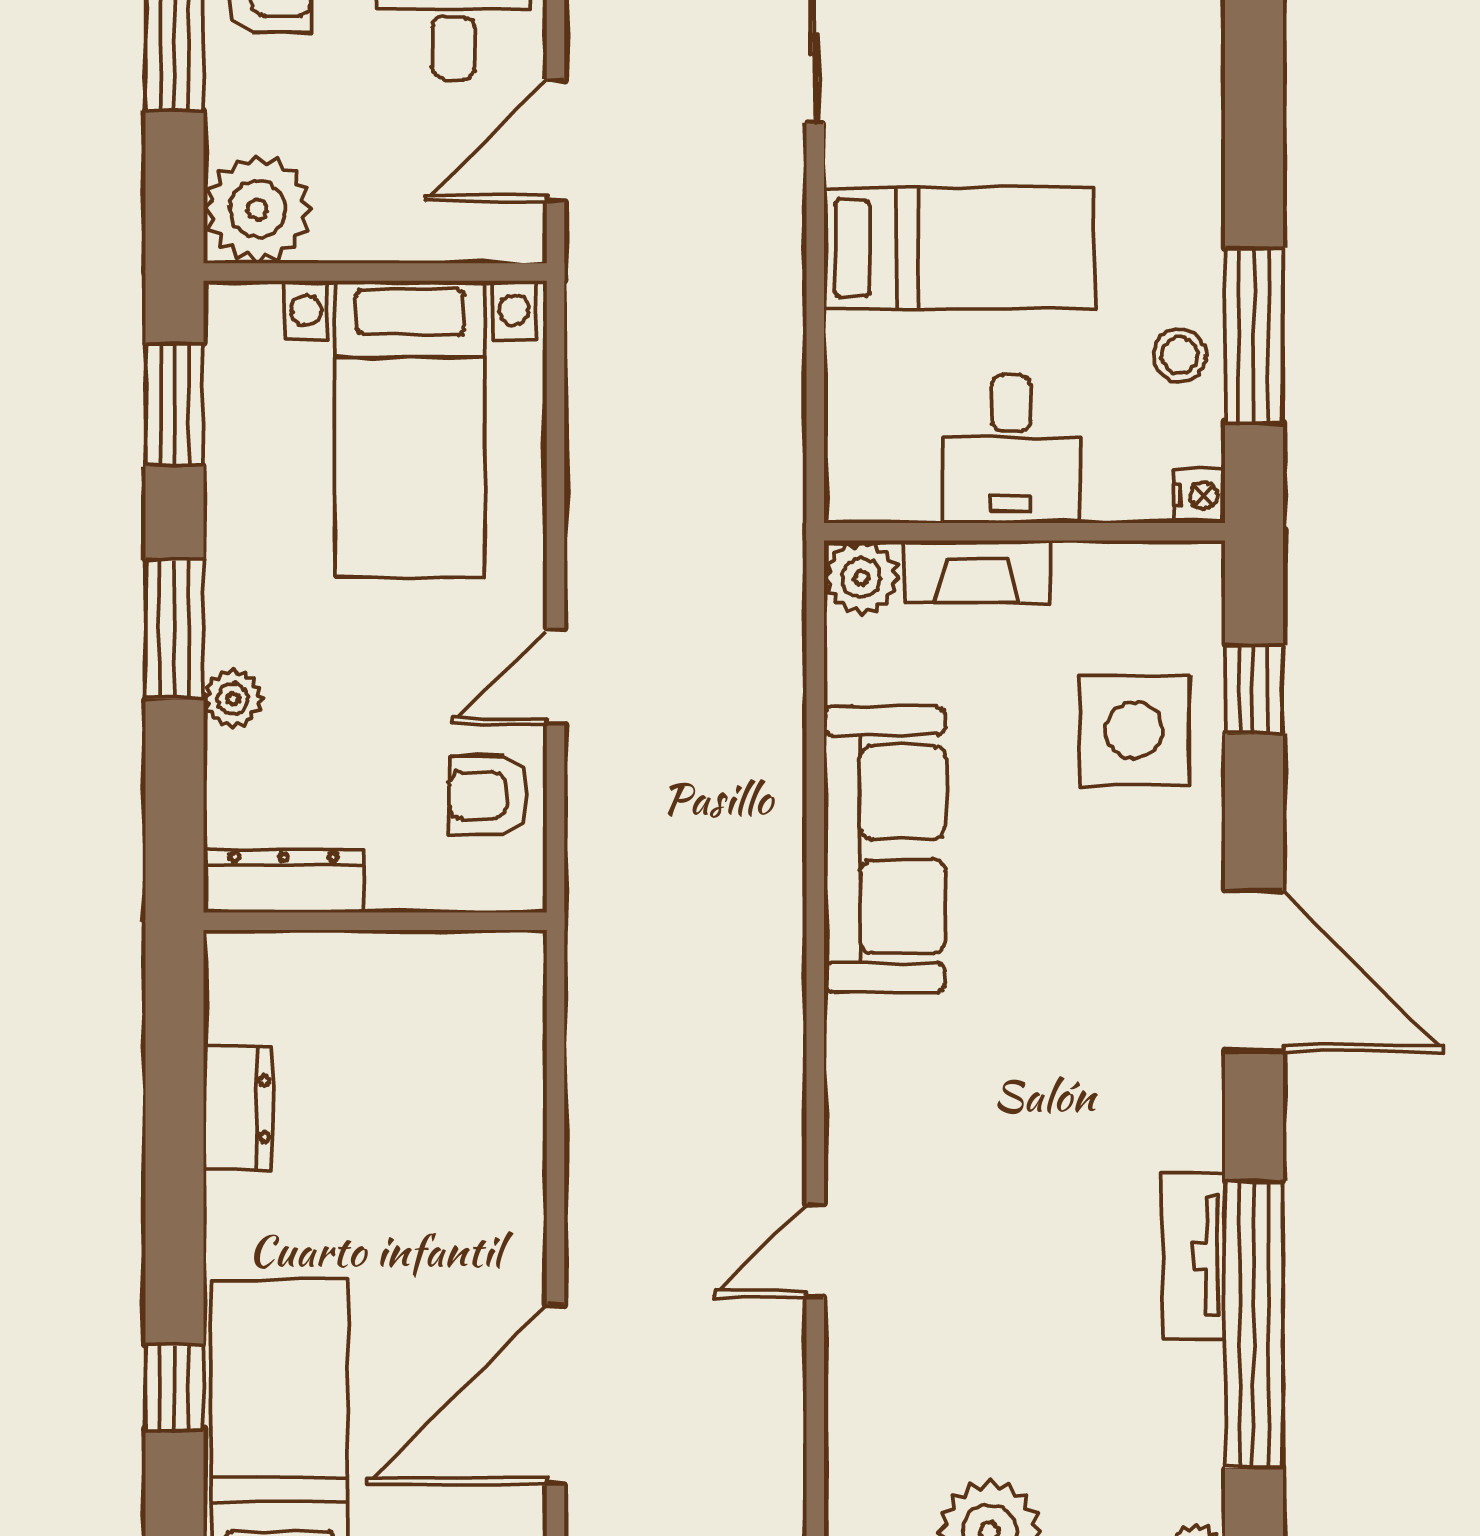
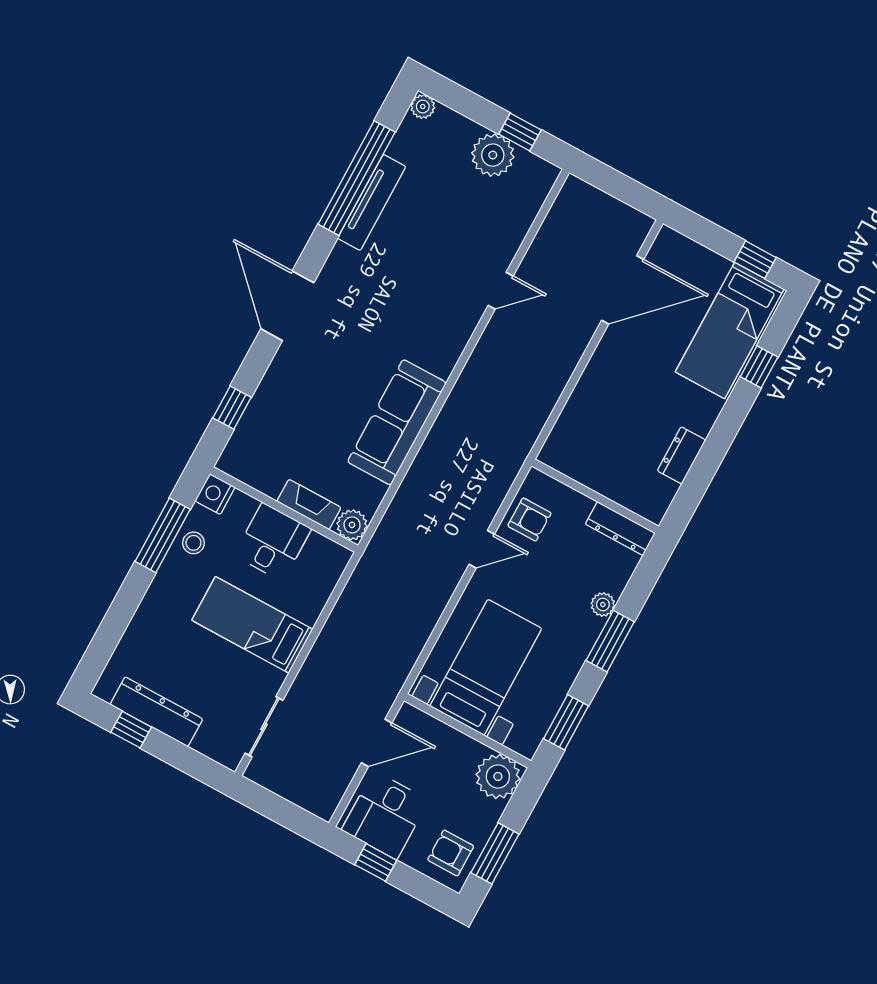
nightstand: (1199, 495) -> (215, 494), width x1.39, depth x1.35
side table: (1134, 730) -> (283, 416), removed
tv unit: (1194, 1256) -> (372, 202), width x1.41

